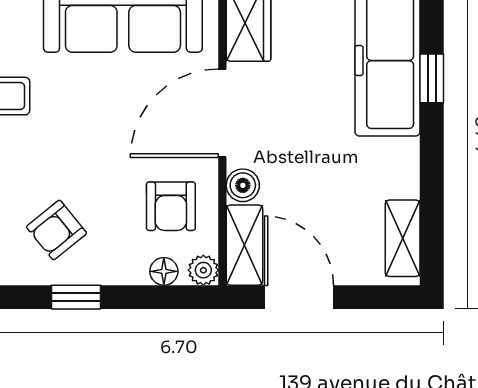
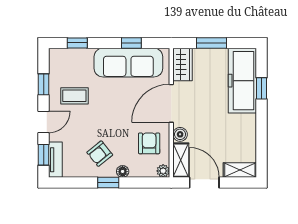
armchair: (171, 206) -> (149, 143), turned 180
shelving: (403, 238) -> (240, 170), moved, turned 90
floor lamp: (164, 271) -> (123, 171), moved

